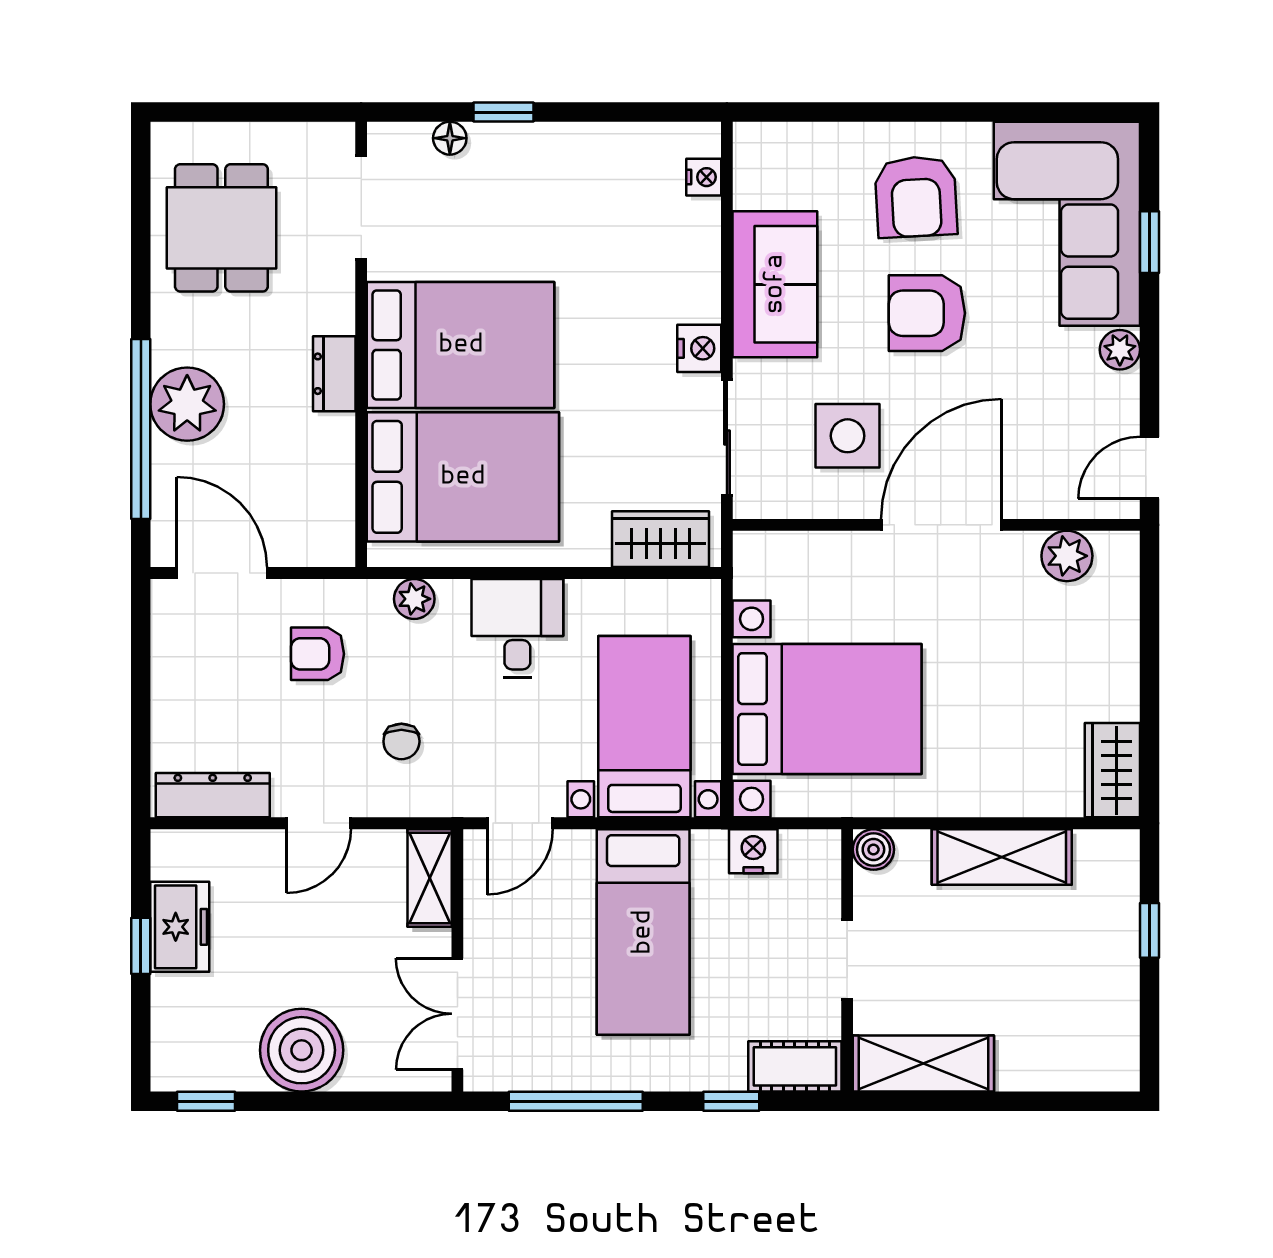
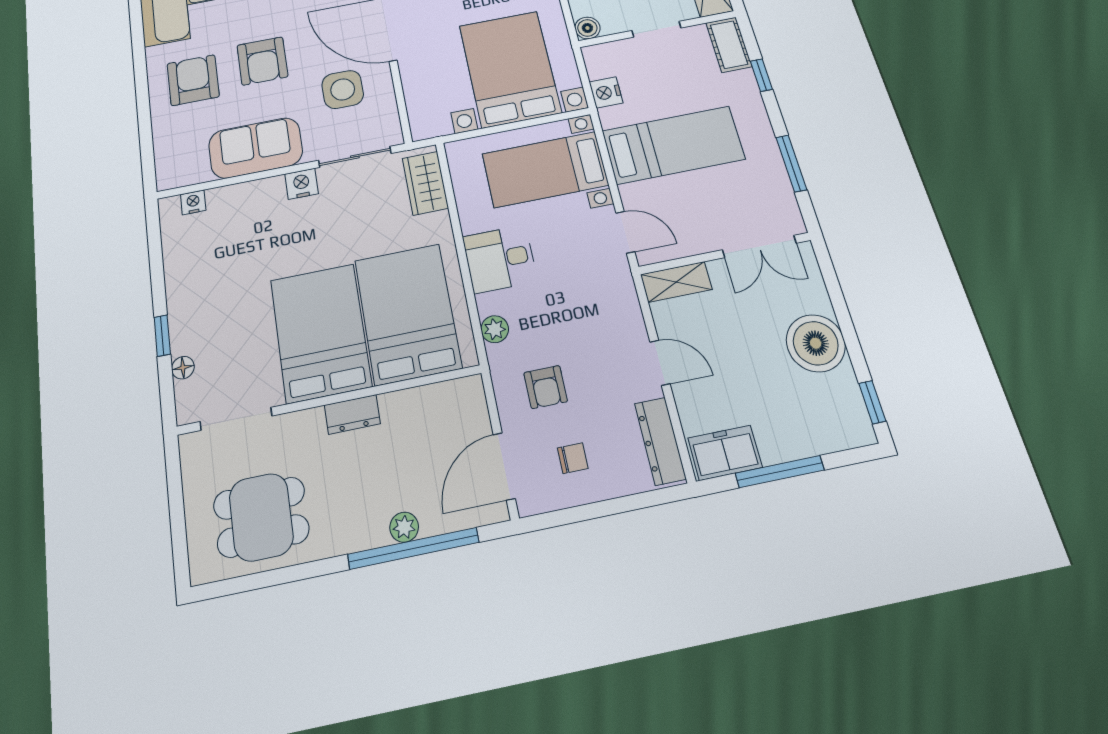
armchair: (916, 197) -> (193, 80), turned -87
plant: (187, 404) -> (404, 527), width x0.53, depth x0.53
chair: (401, 741) -> (573, 458), moved
freezer: (180, 927) -> (725, 453), moved
window: (141, 946) -> (780, 472), width x2.17
window: (576, 1101) -> (791, 163), width x0.69

